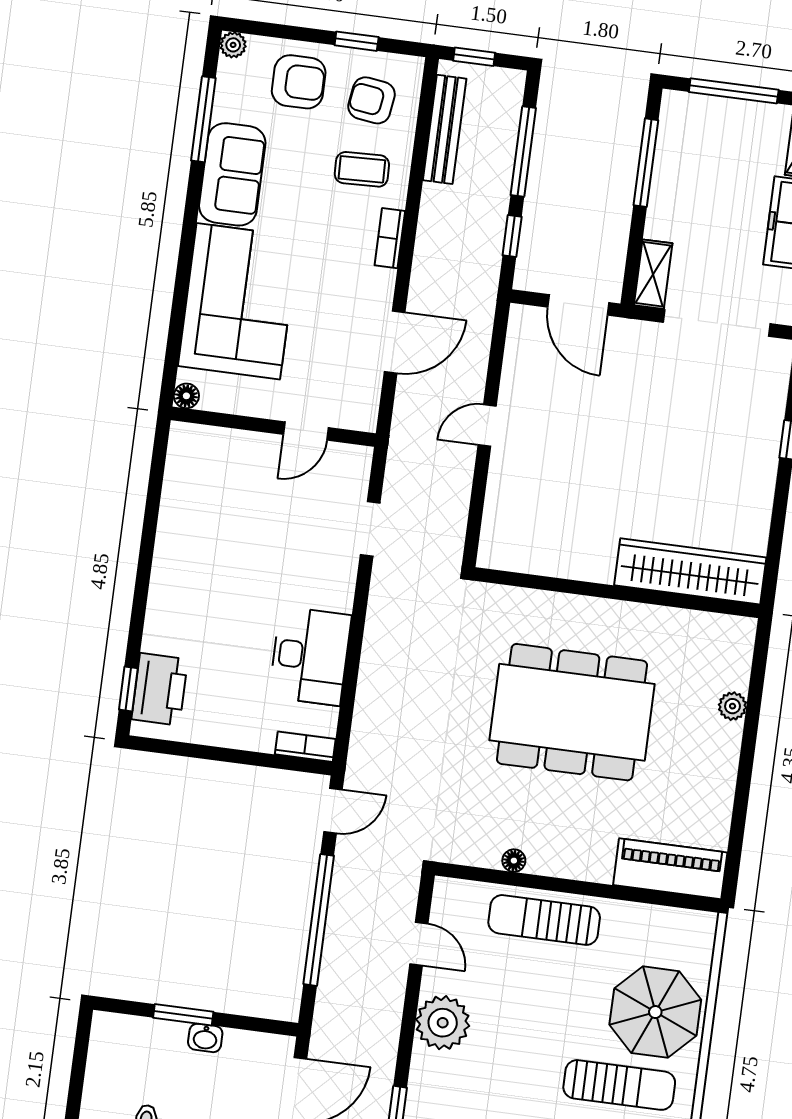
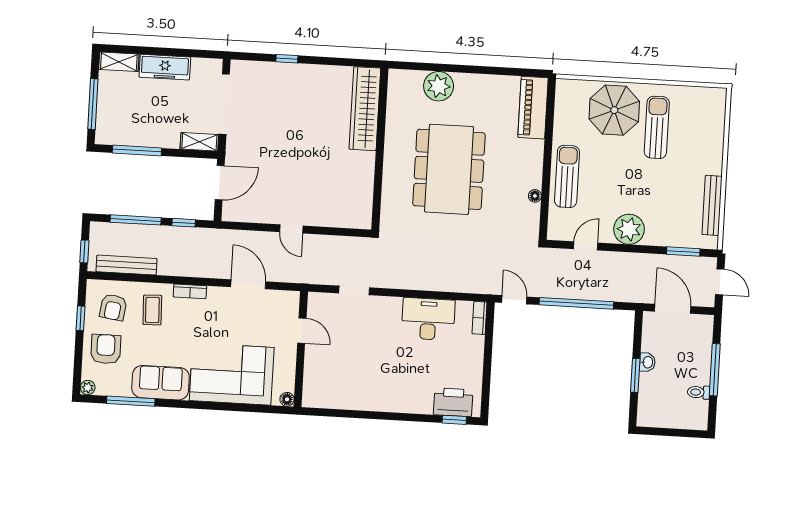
plant: (733, 706) -> (439, 86), width x1.87, depth x1.87
sun lounger: (544, 920) -> (567, 176), turned 180

